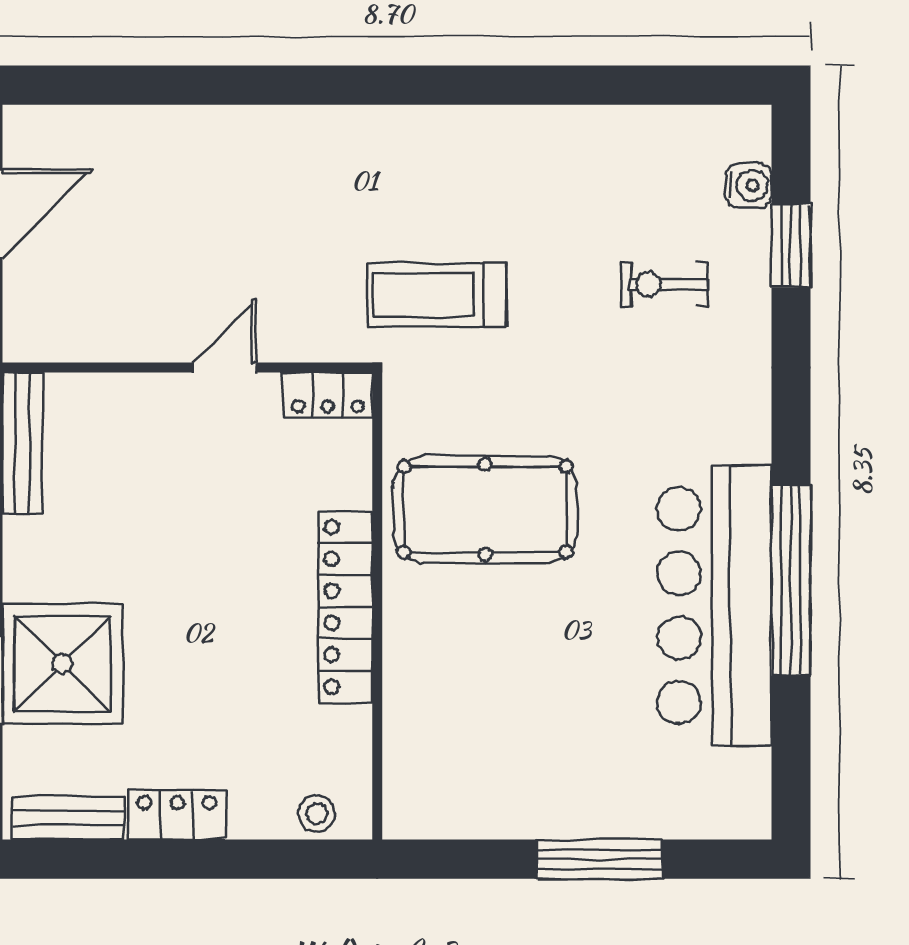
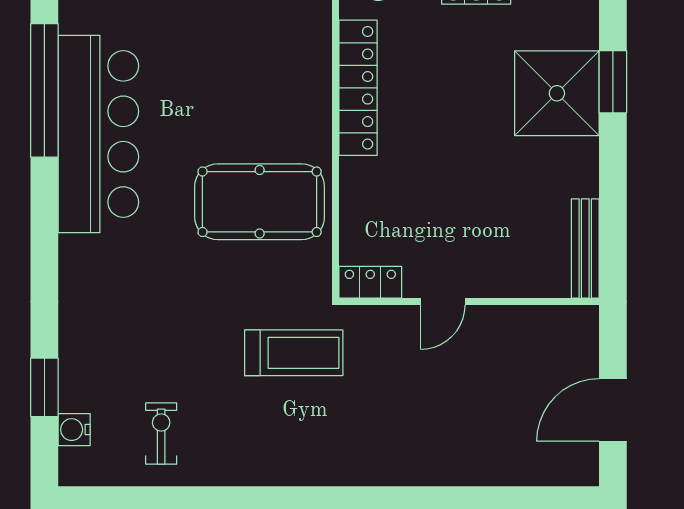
exercise bike: (664, 284) -> (161, 434), moved, turned -90
window: (791, 580) -> (44, 90), moved
locker: (345, 607) -> (358, 88), moved

